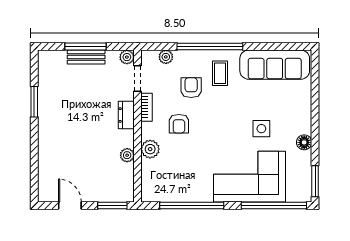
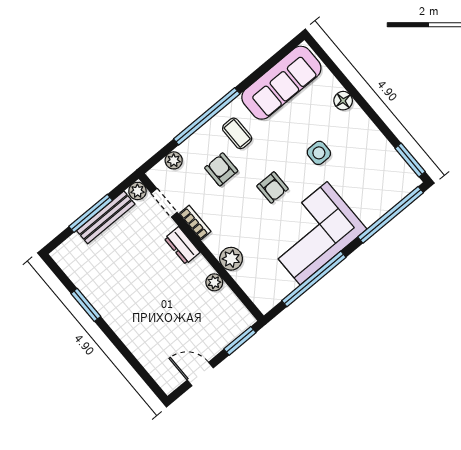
bench: (86, 57) -> (106, 217), width x1.36
armchair: (179, 124) -> (273, 187), moved
floor lamp: (304, 142) -> (343, 101), moved
corner sofa: (250, 177) -> (314, 233), moved

